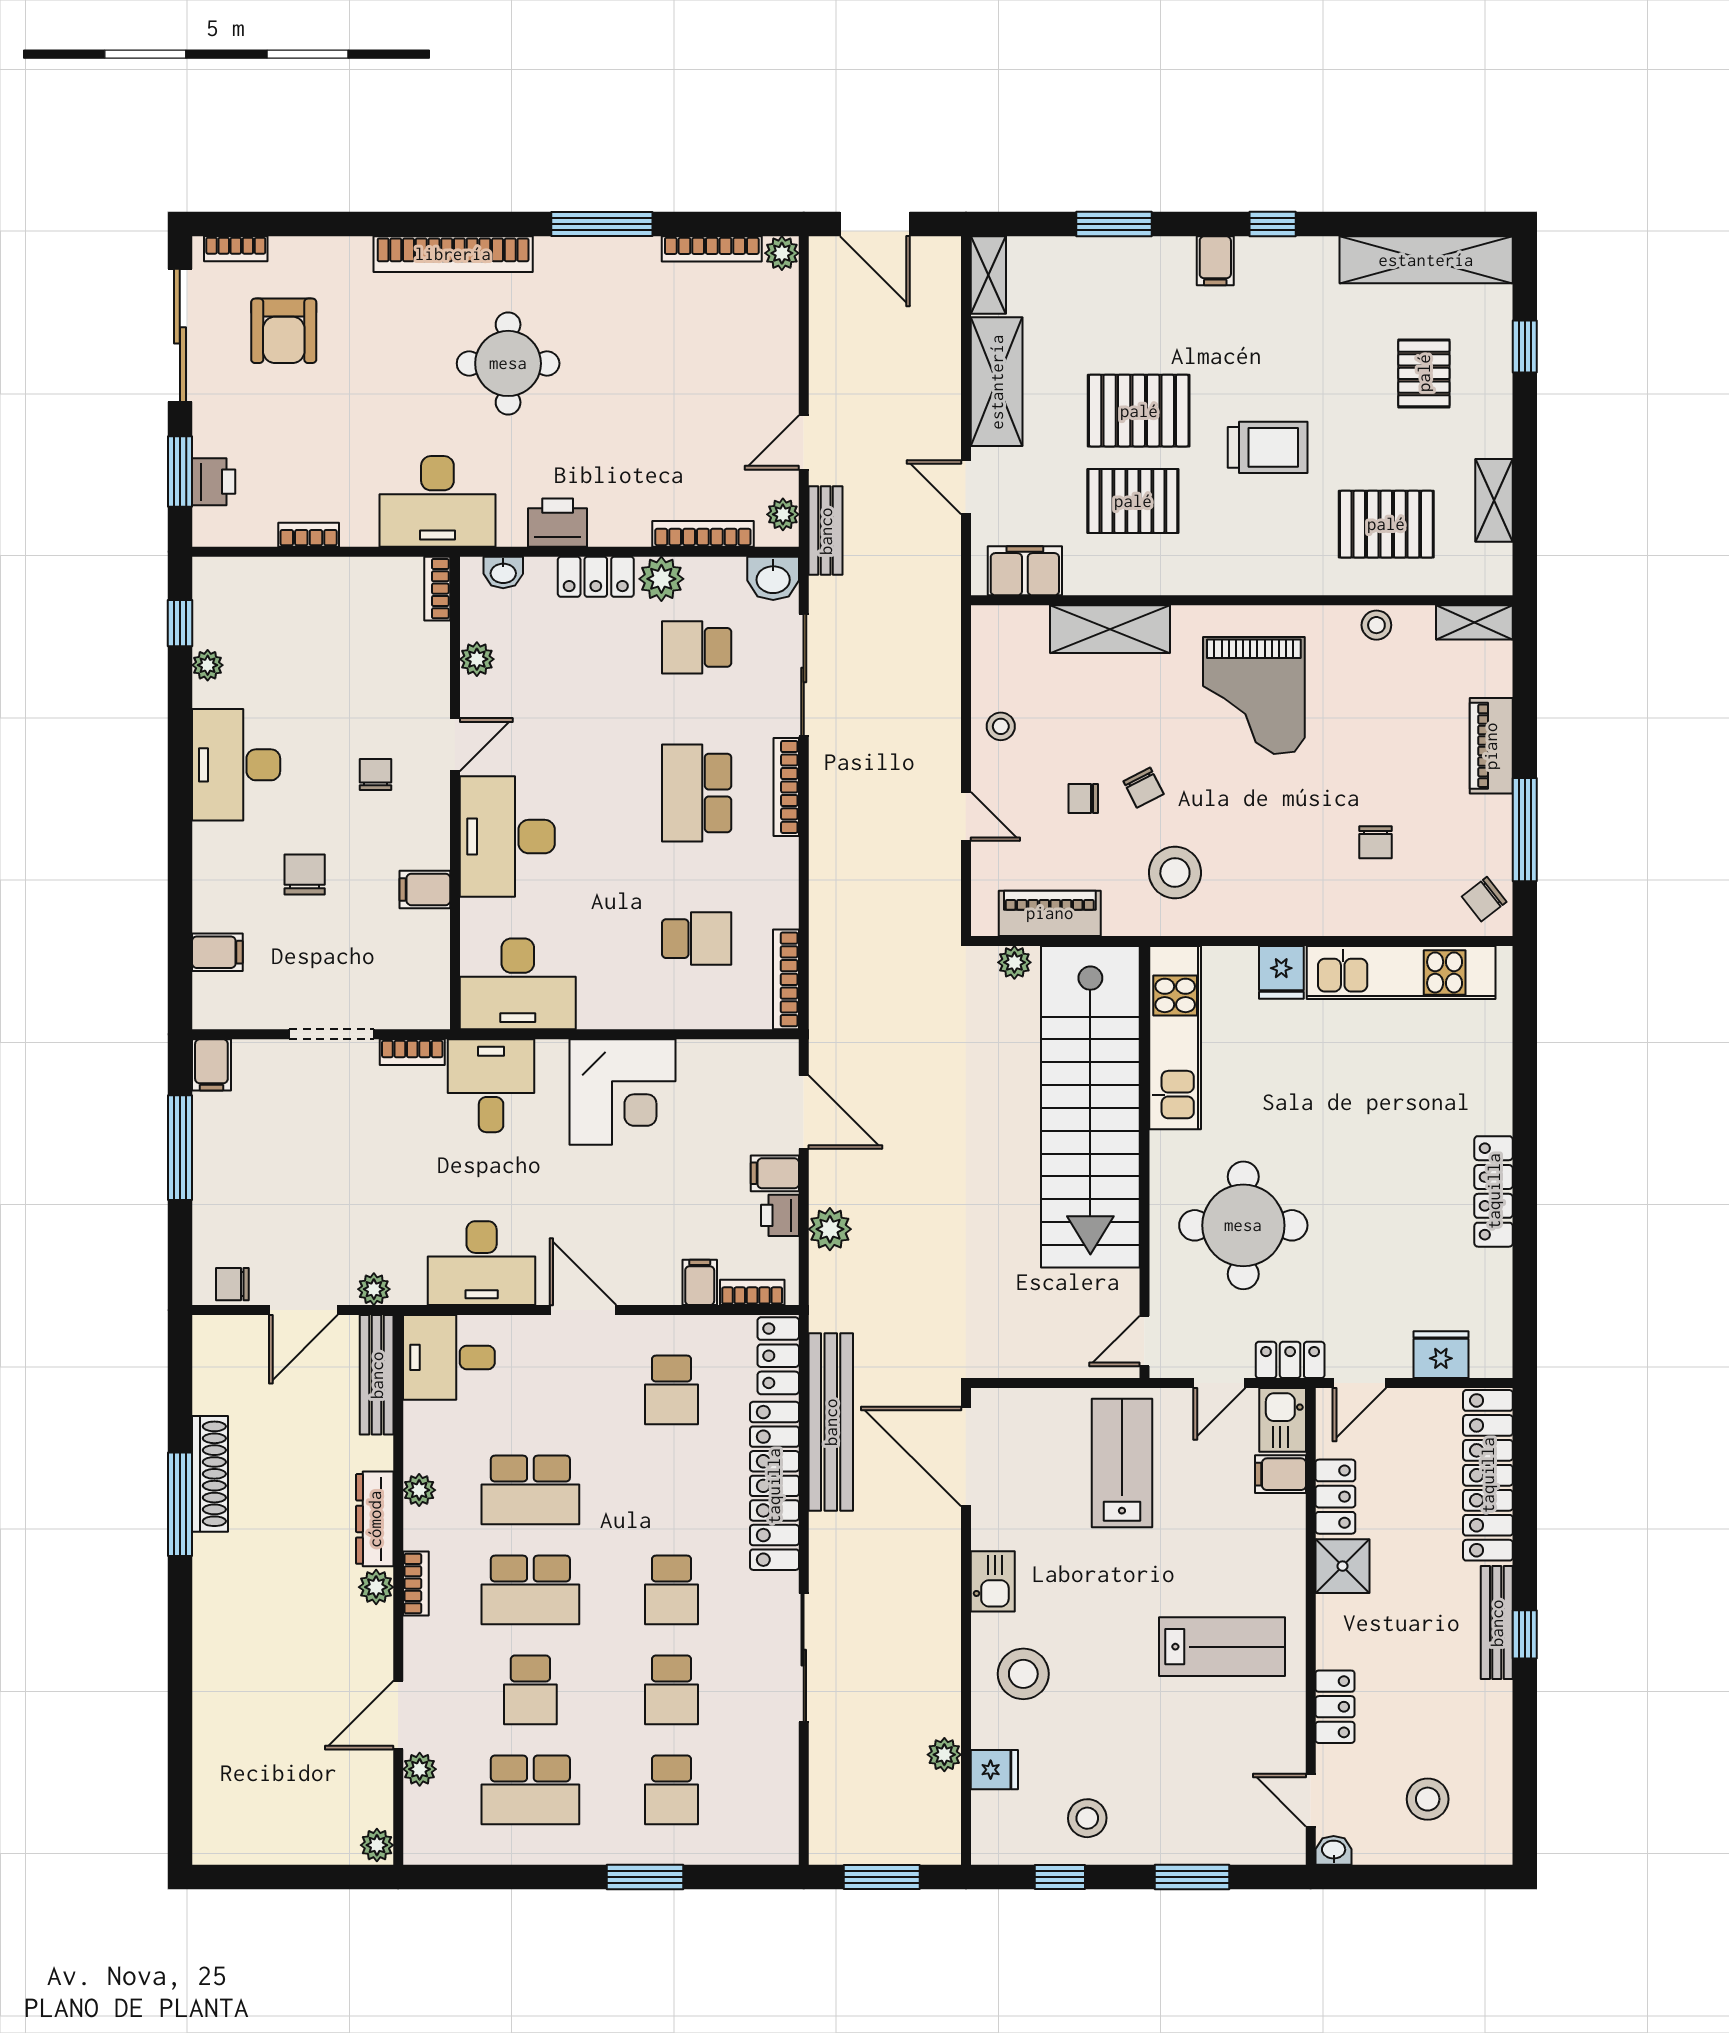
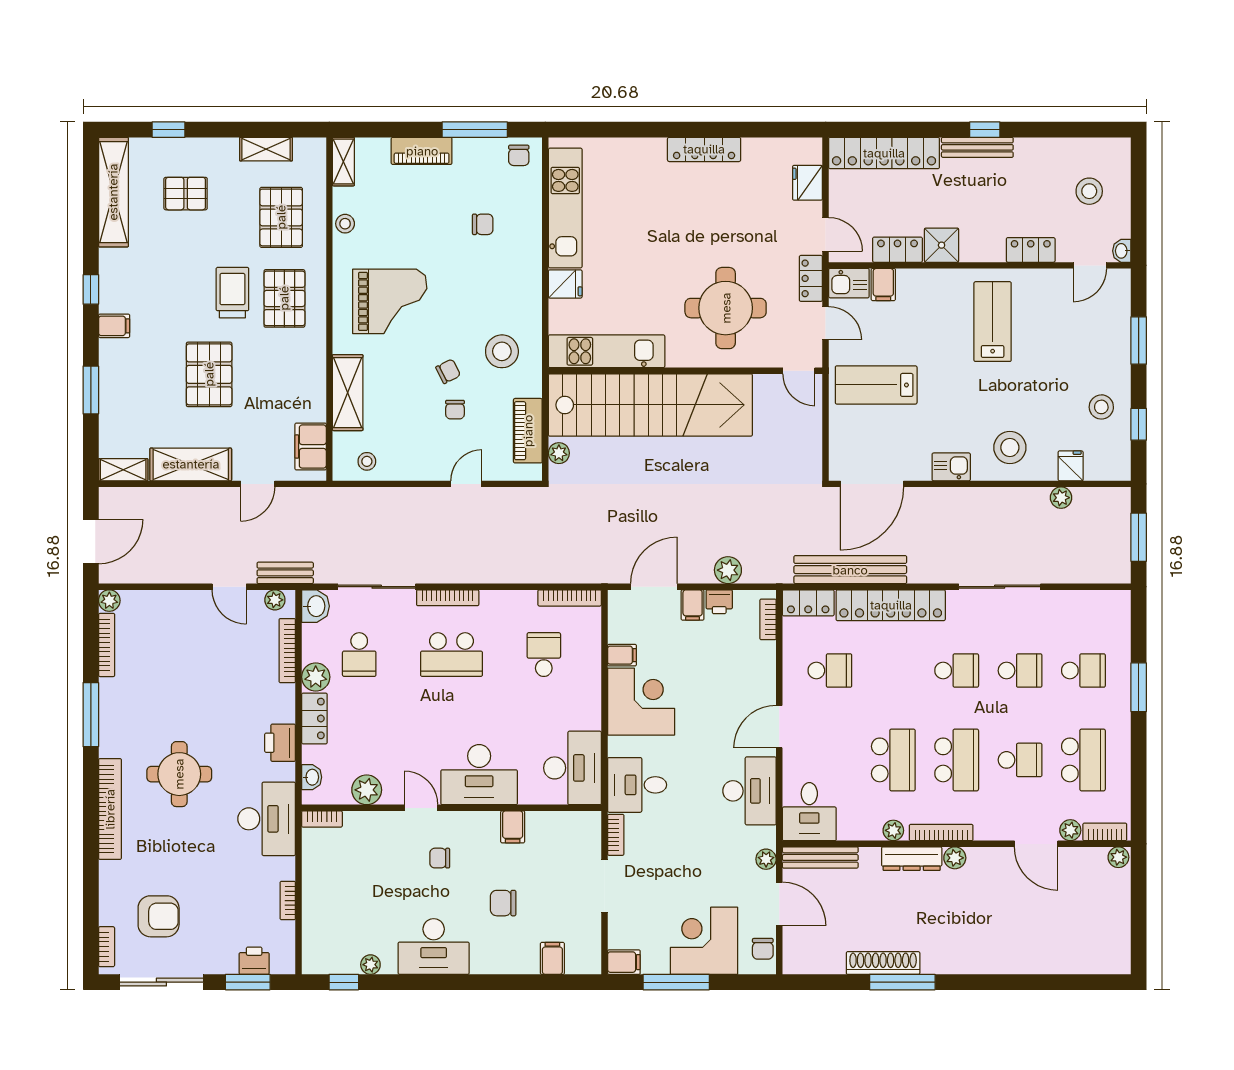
pallet: (1133, 501) -> (284, 298), moved
plant: (477, 659) -> (367, 790), width x1.38, depth x1.38
stool: (1001, 726) -> (367, 461), moved
chair: (1484, 899) -> (519, 155), turned 38
corner desk: (245, 1191) -> (704, 941), added
filing cabinet: (700, 1282) -> (622, 655), moved, turned 180
bookcase: (416, 1584) -> (941, 833), width x1.56
bookcase: (417, 1824) -> (1105, 832), added

